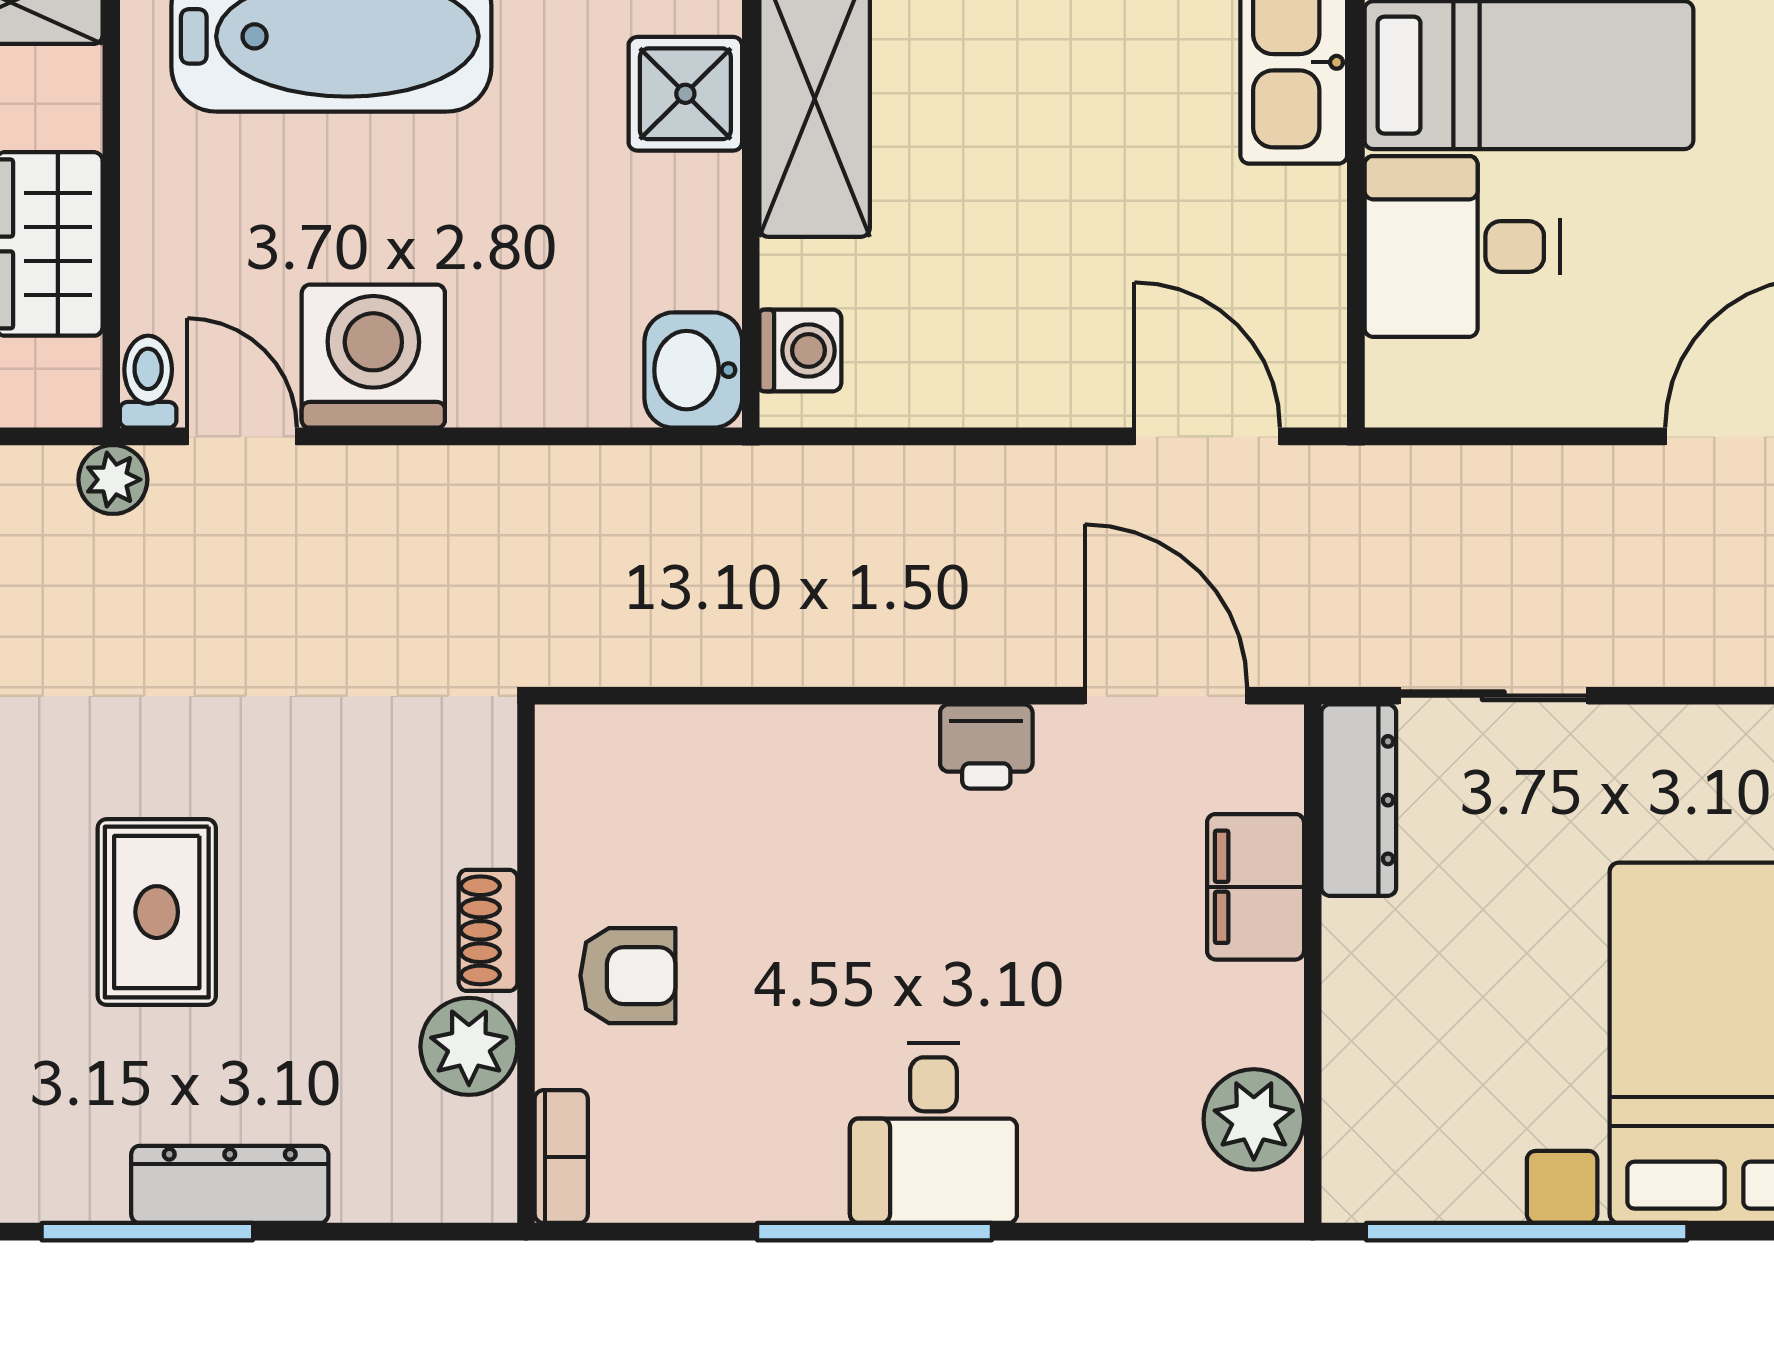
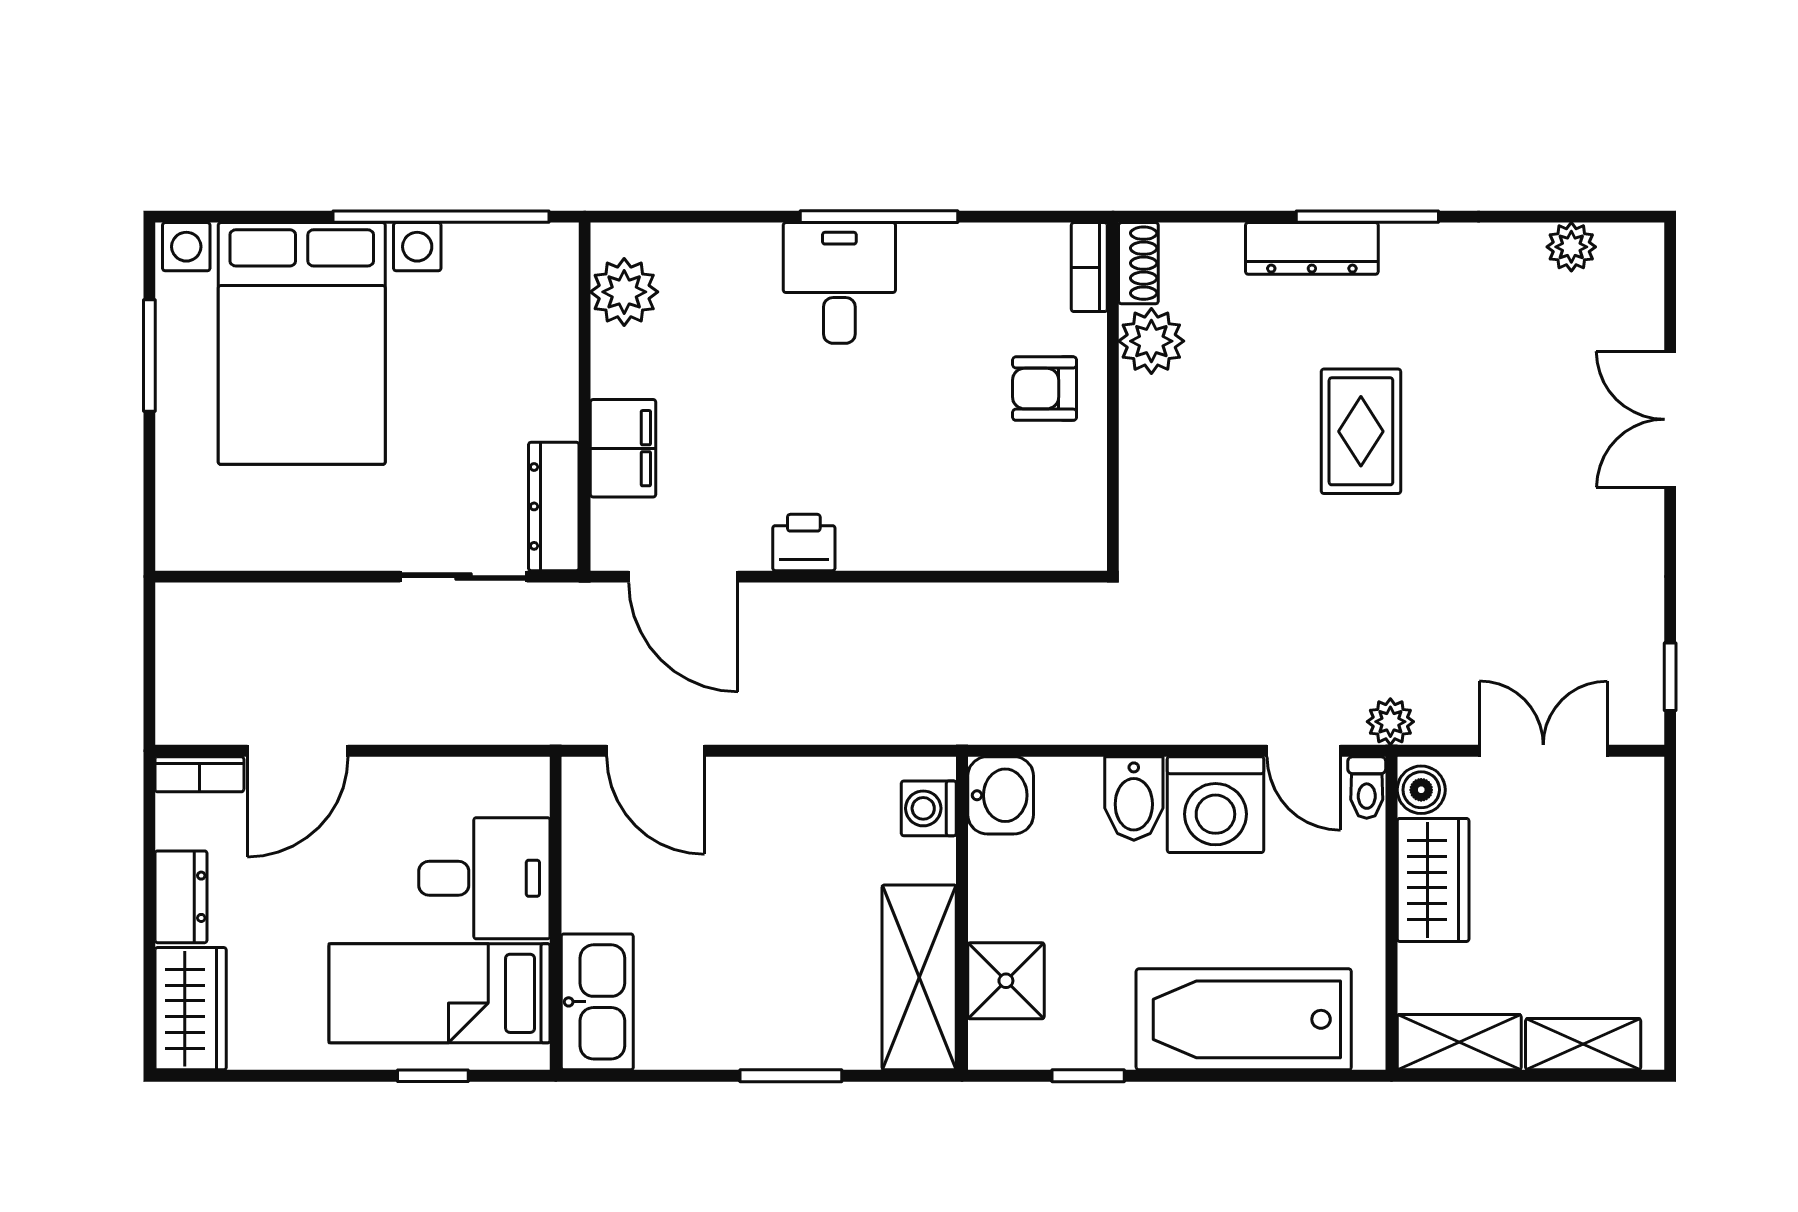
bidet: (495, 365) -> (1134, 798), added
boiler: (67, 378) -> (1421, 790), added
shoe rack: (488, 930) -> (1138, 263), moved

